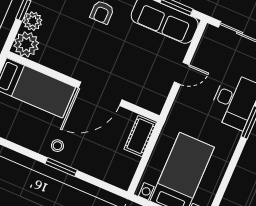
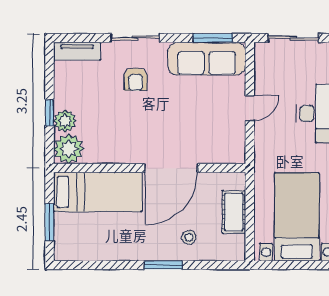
cot: (140, 136) -> (234, 212), moved
stool: (57, 146) -> (189, 237), moved

